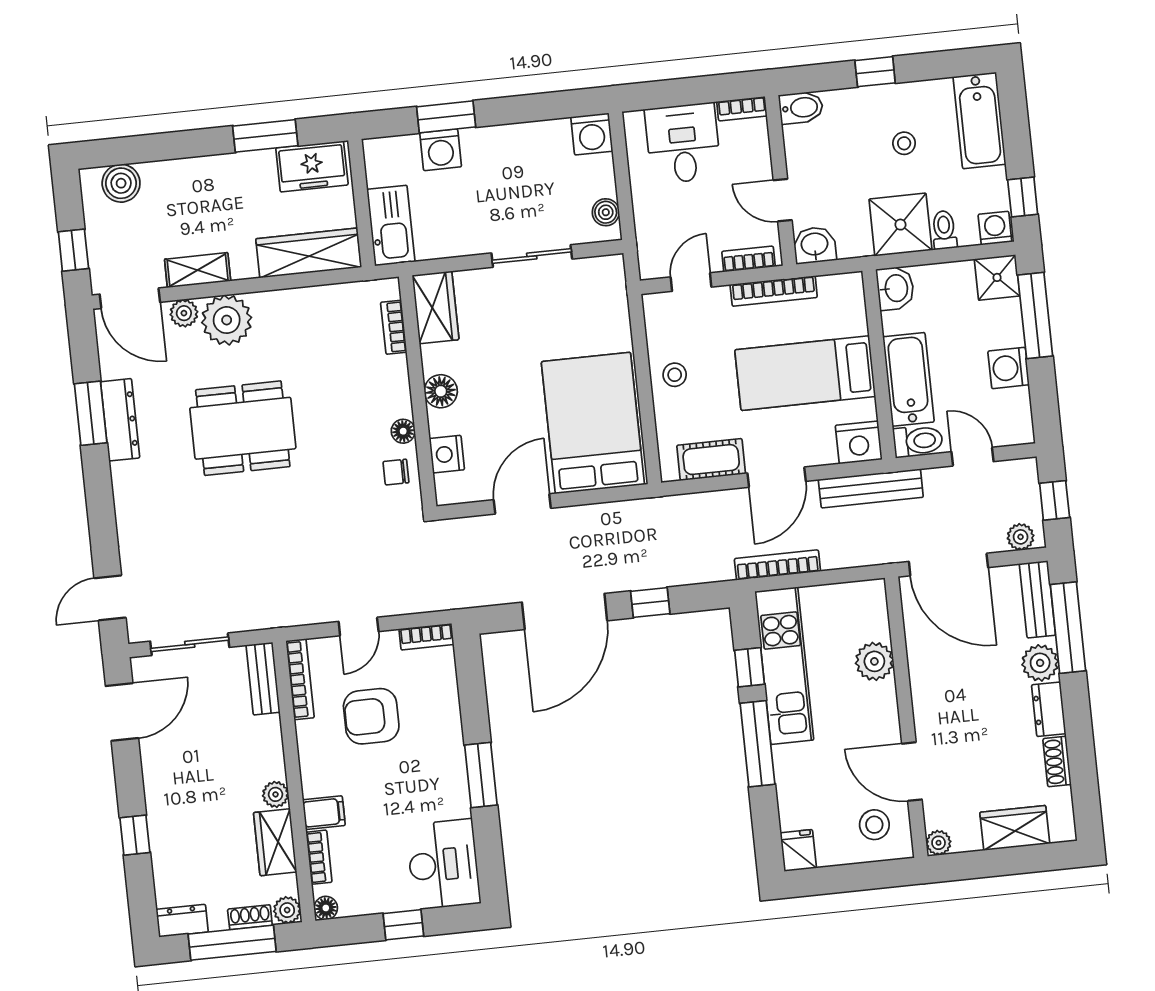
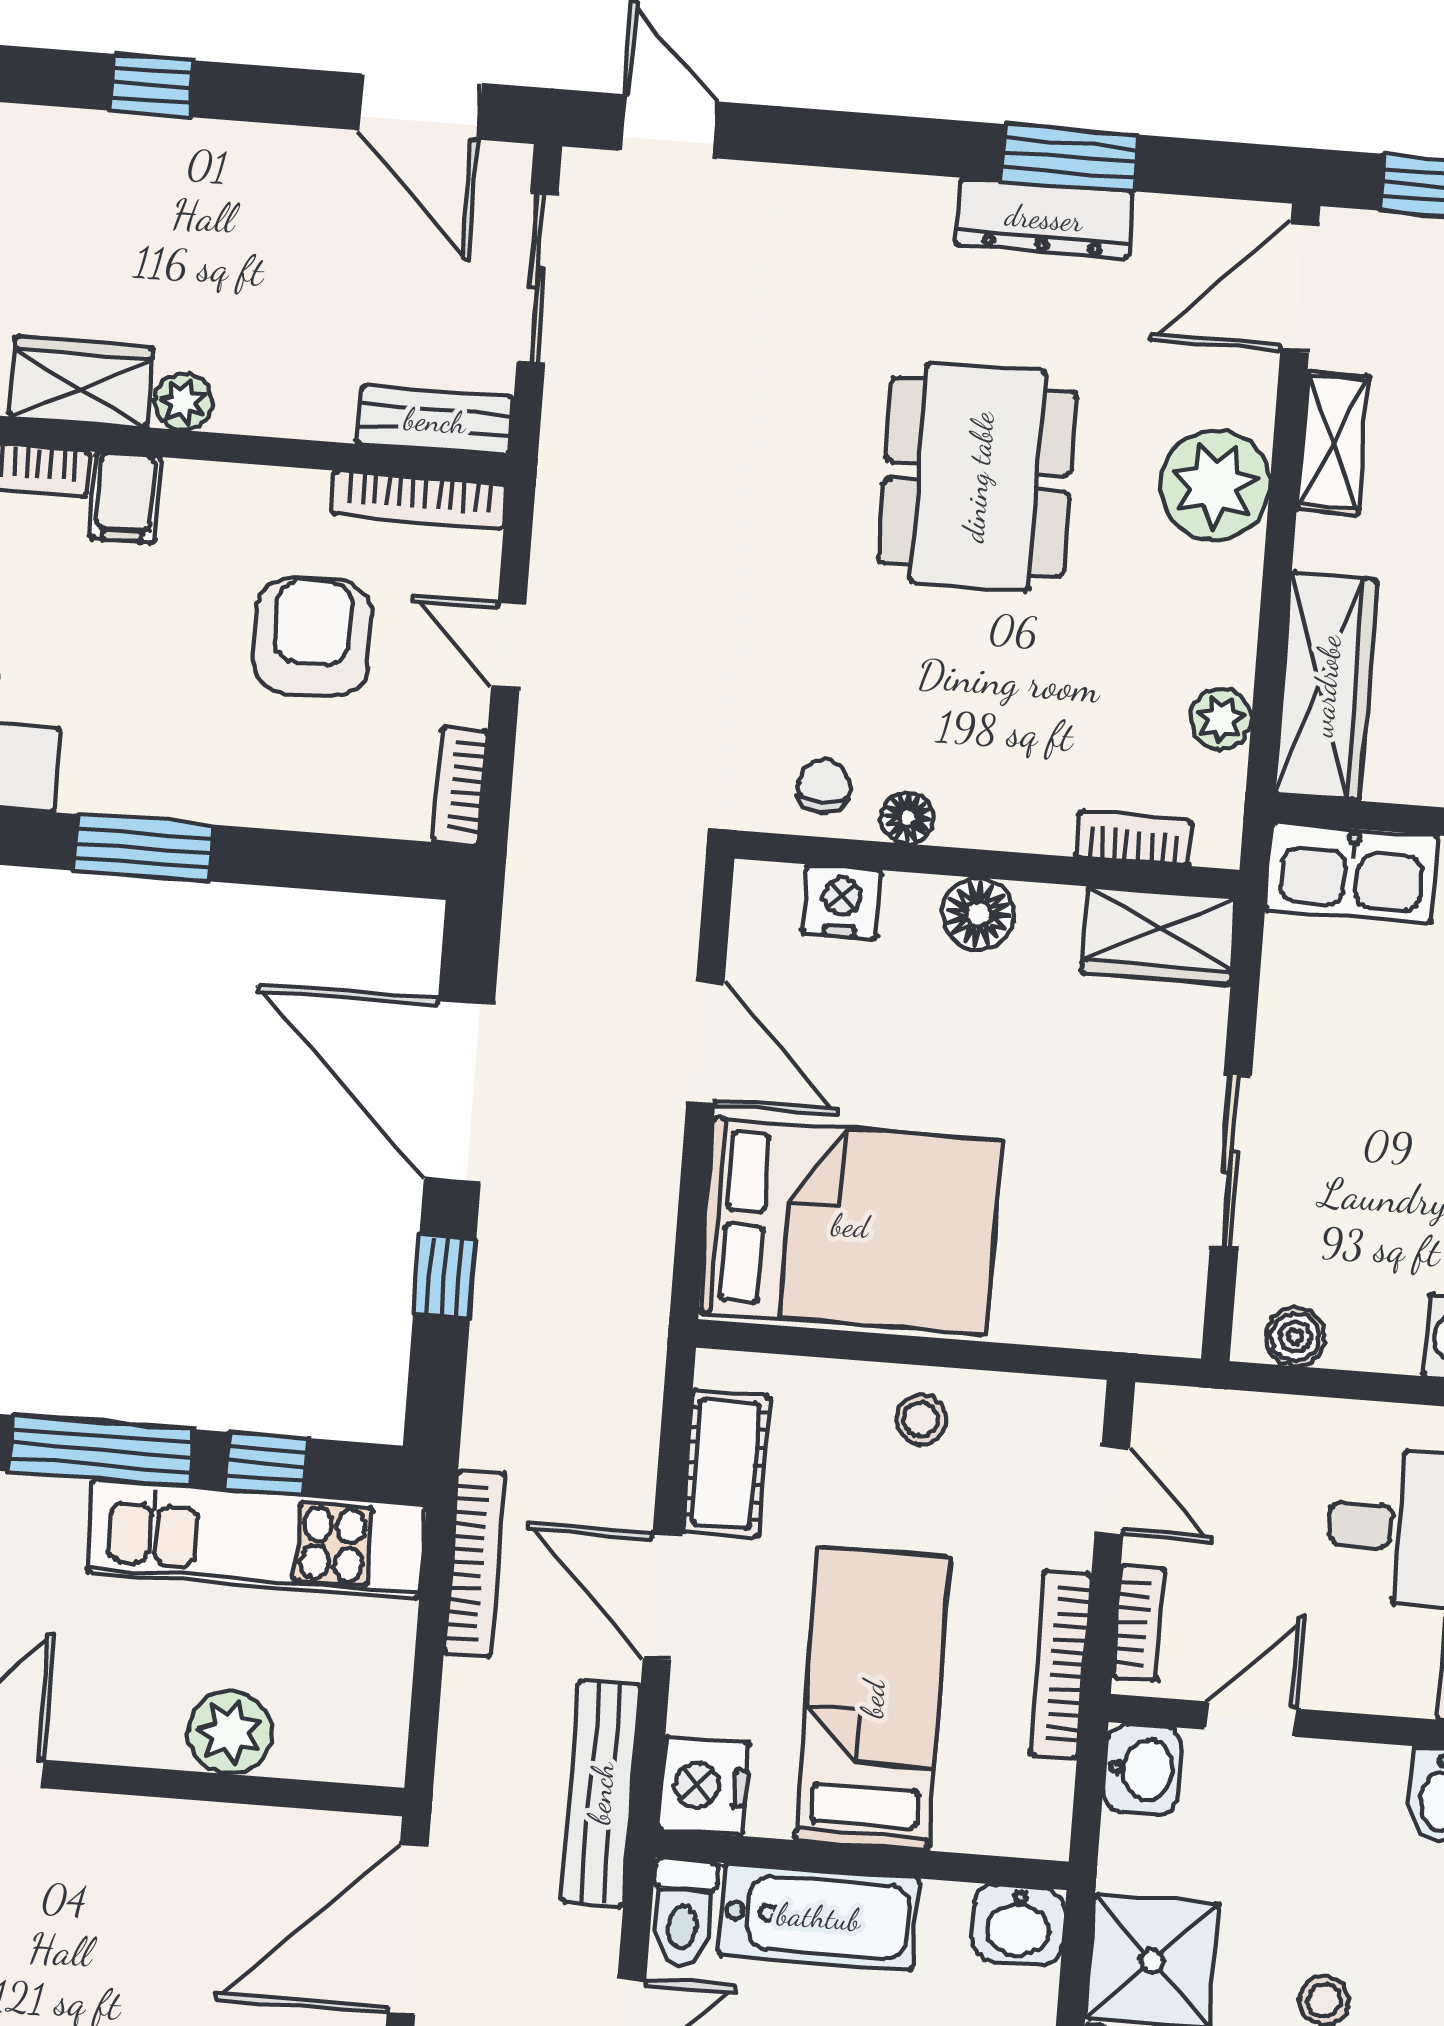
plant: (184, 313) -> (1221, 719), moved

